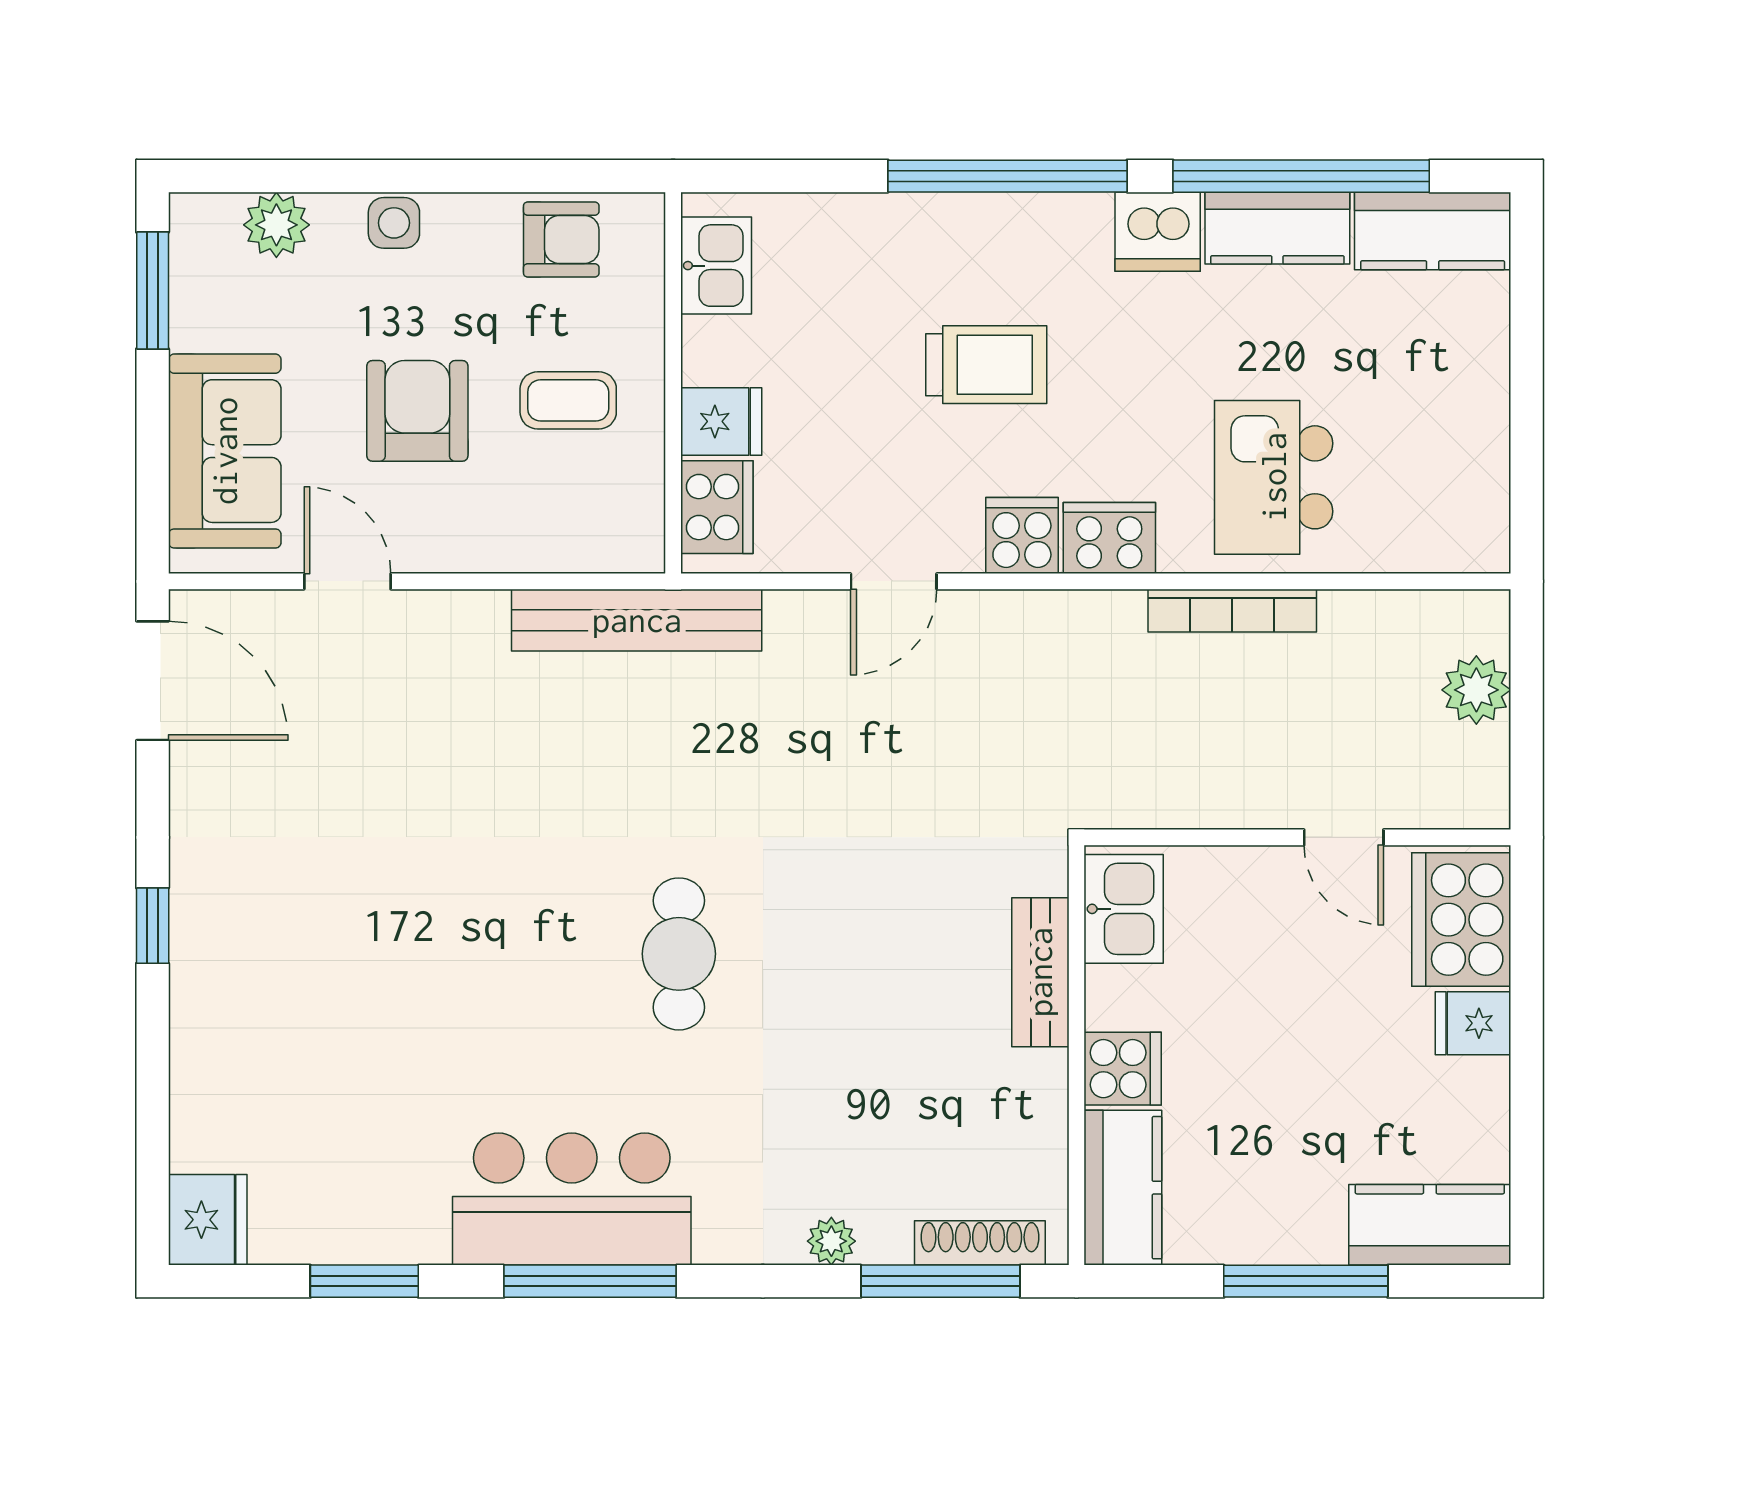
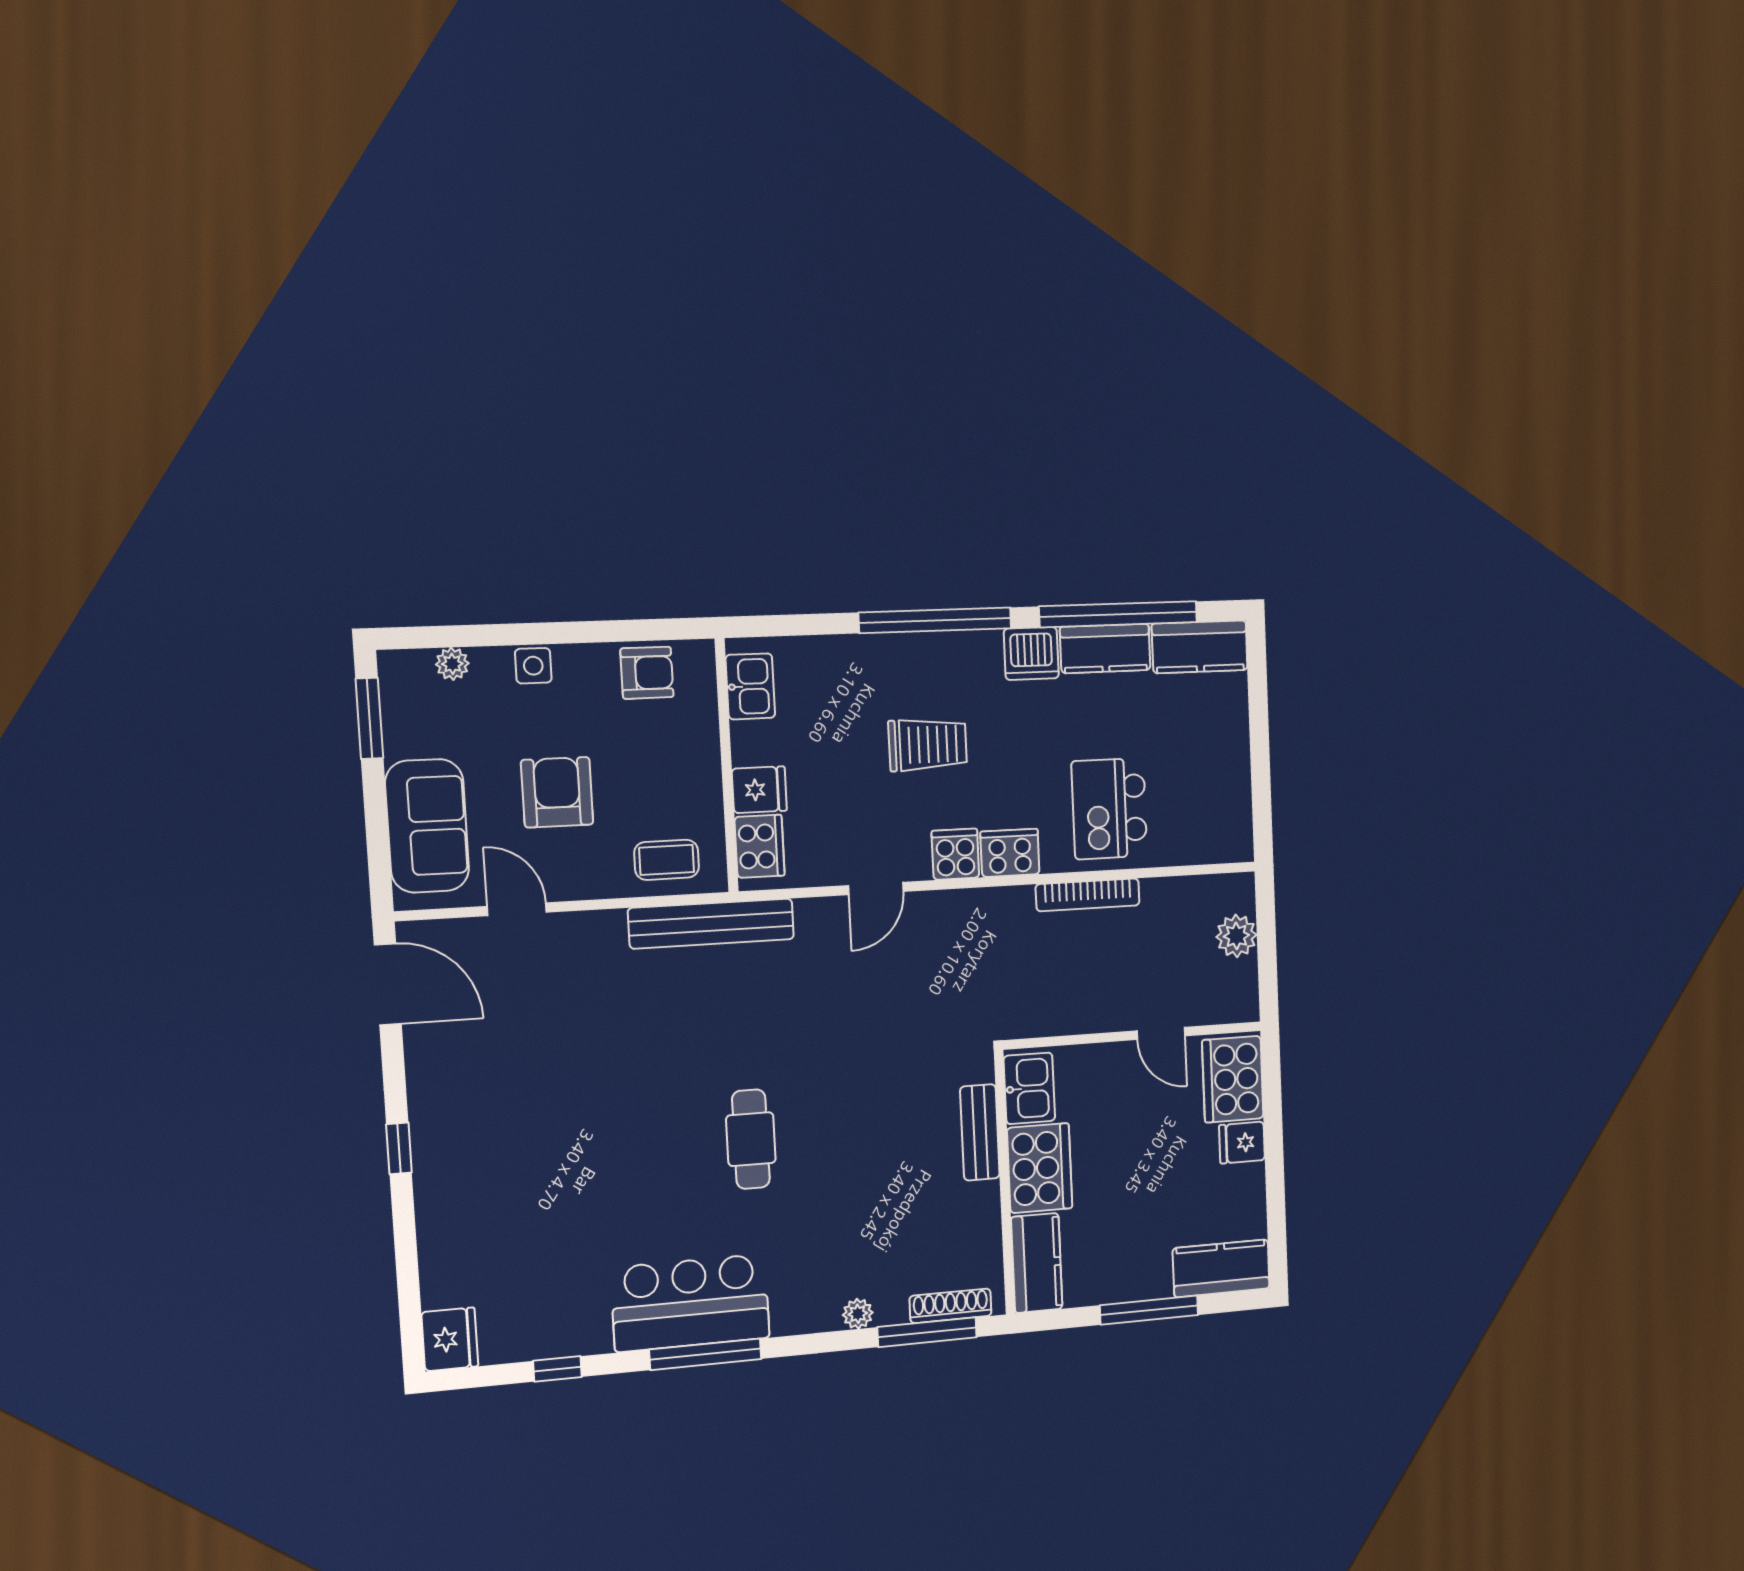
plant: (276, 225) -> (452, 664), width x0.73, depth x0.73
coffee table: (568, 400) -> (667, 860), moved
cooker: (1123, 1069) -> (1040, 1168), width x1.87, depth x1.31
window: (364, 1281) -> (557, 1369), width x0.67

